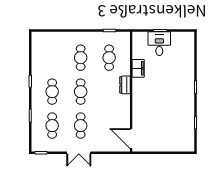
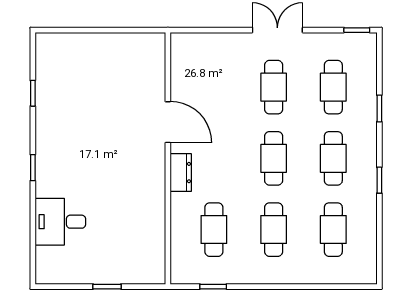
desk: (159, 44) -> (60, 222), moved, turned 90
cafe table: (52, 58) -> (333, 230), added
filing cabinet: (138, 68) -> (153, 207), removed
door: (131, 139) -> (168, 122), moved

